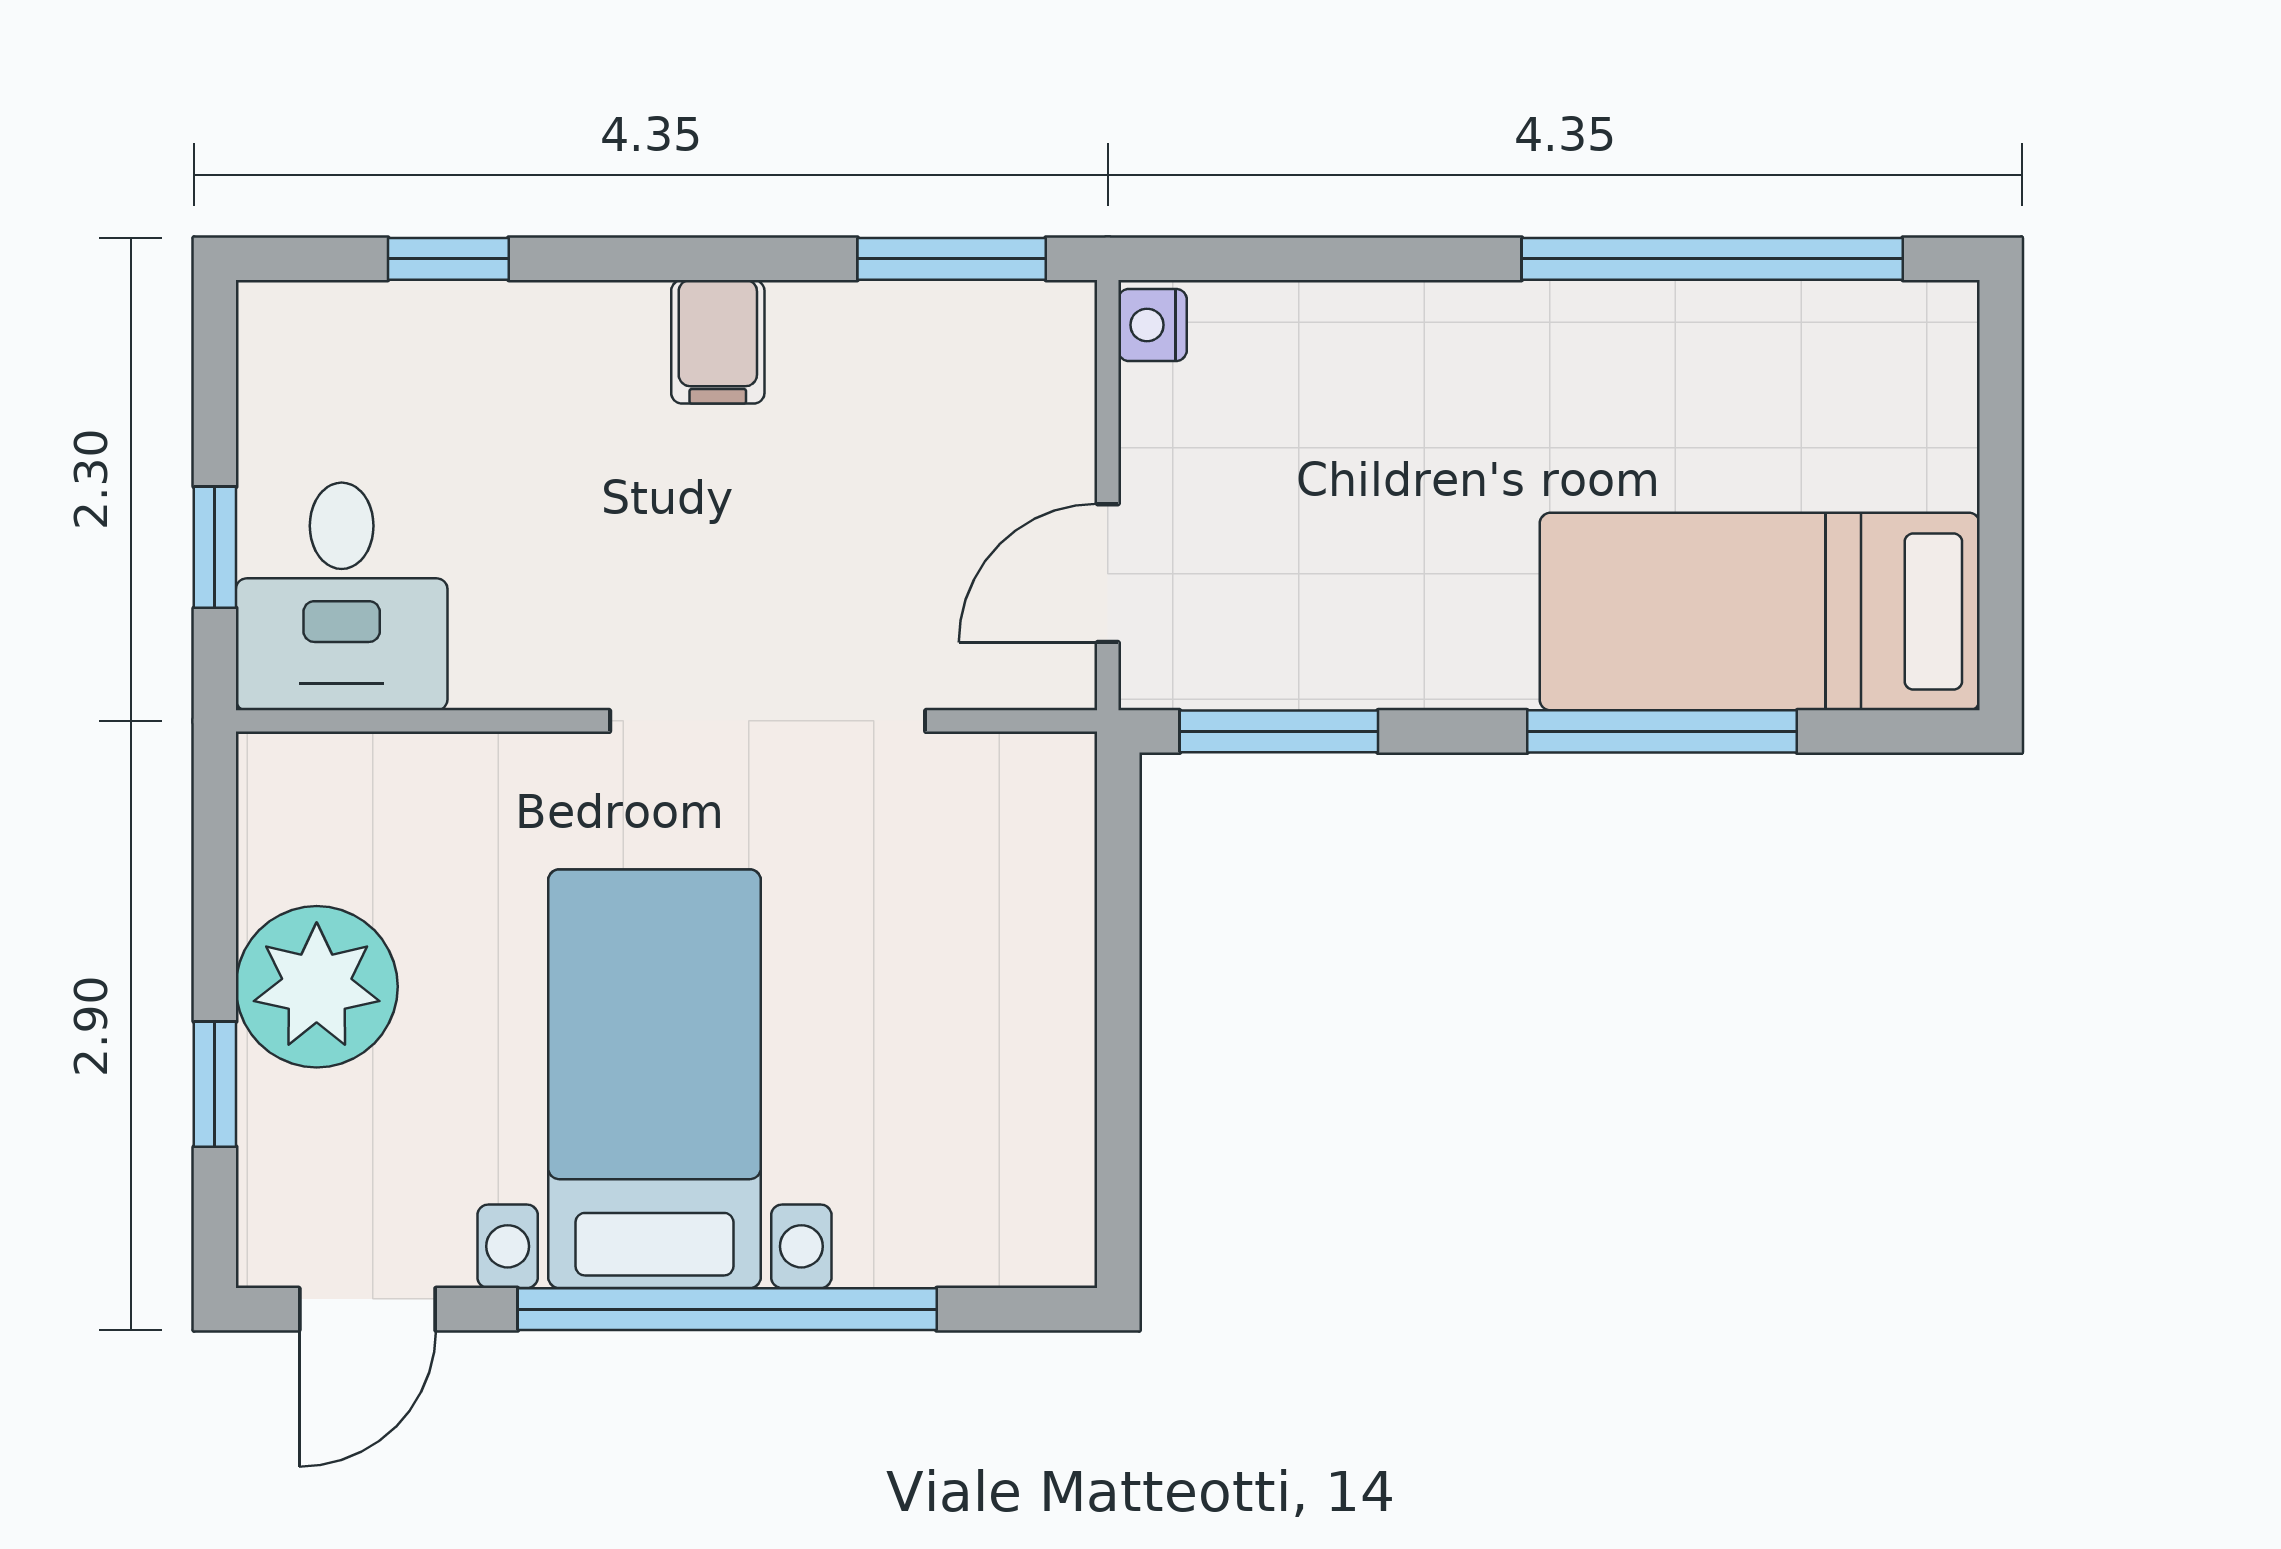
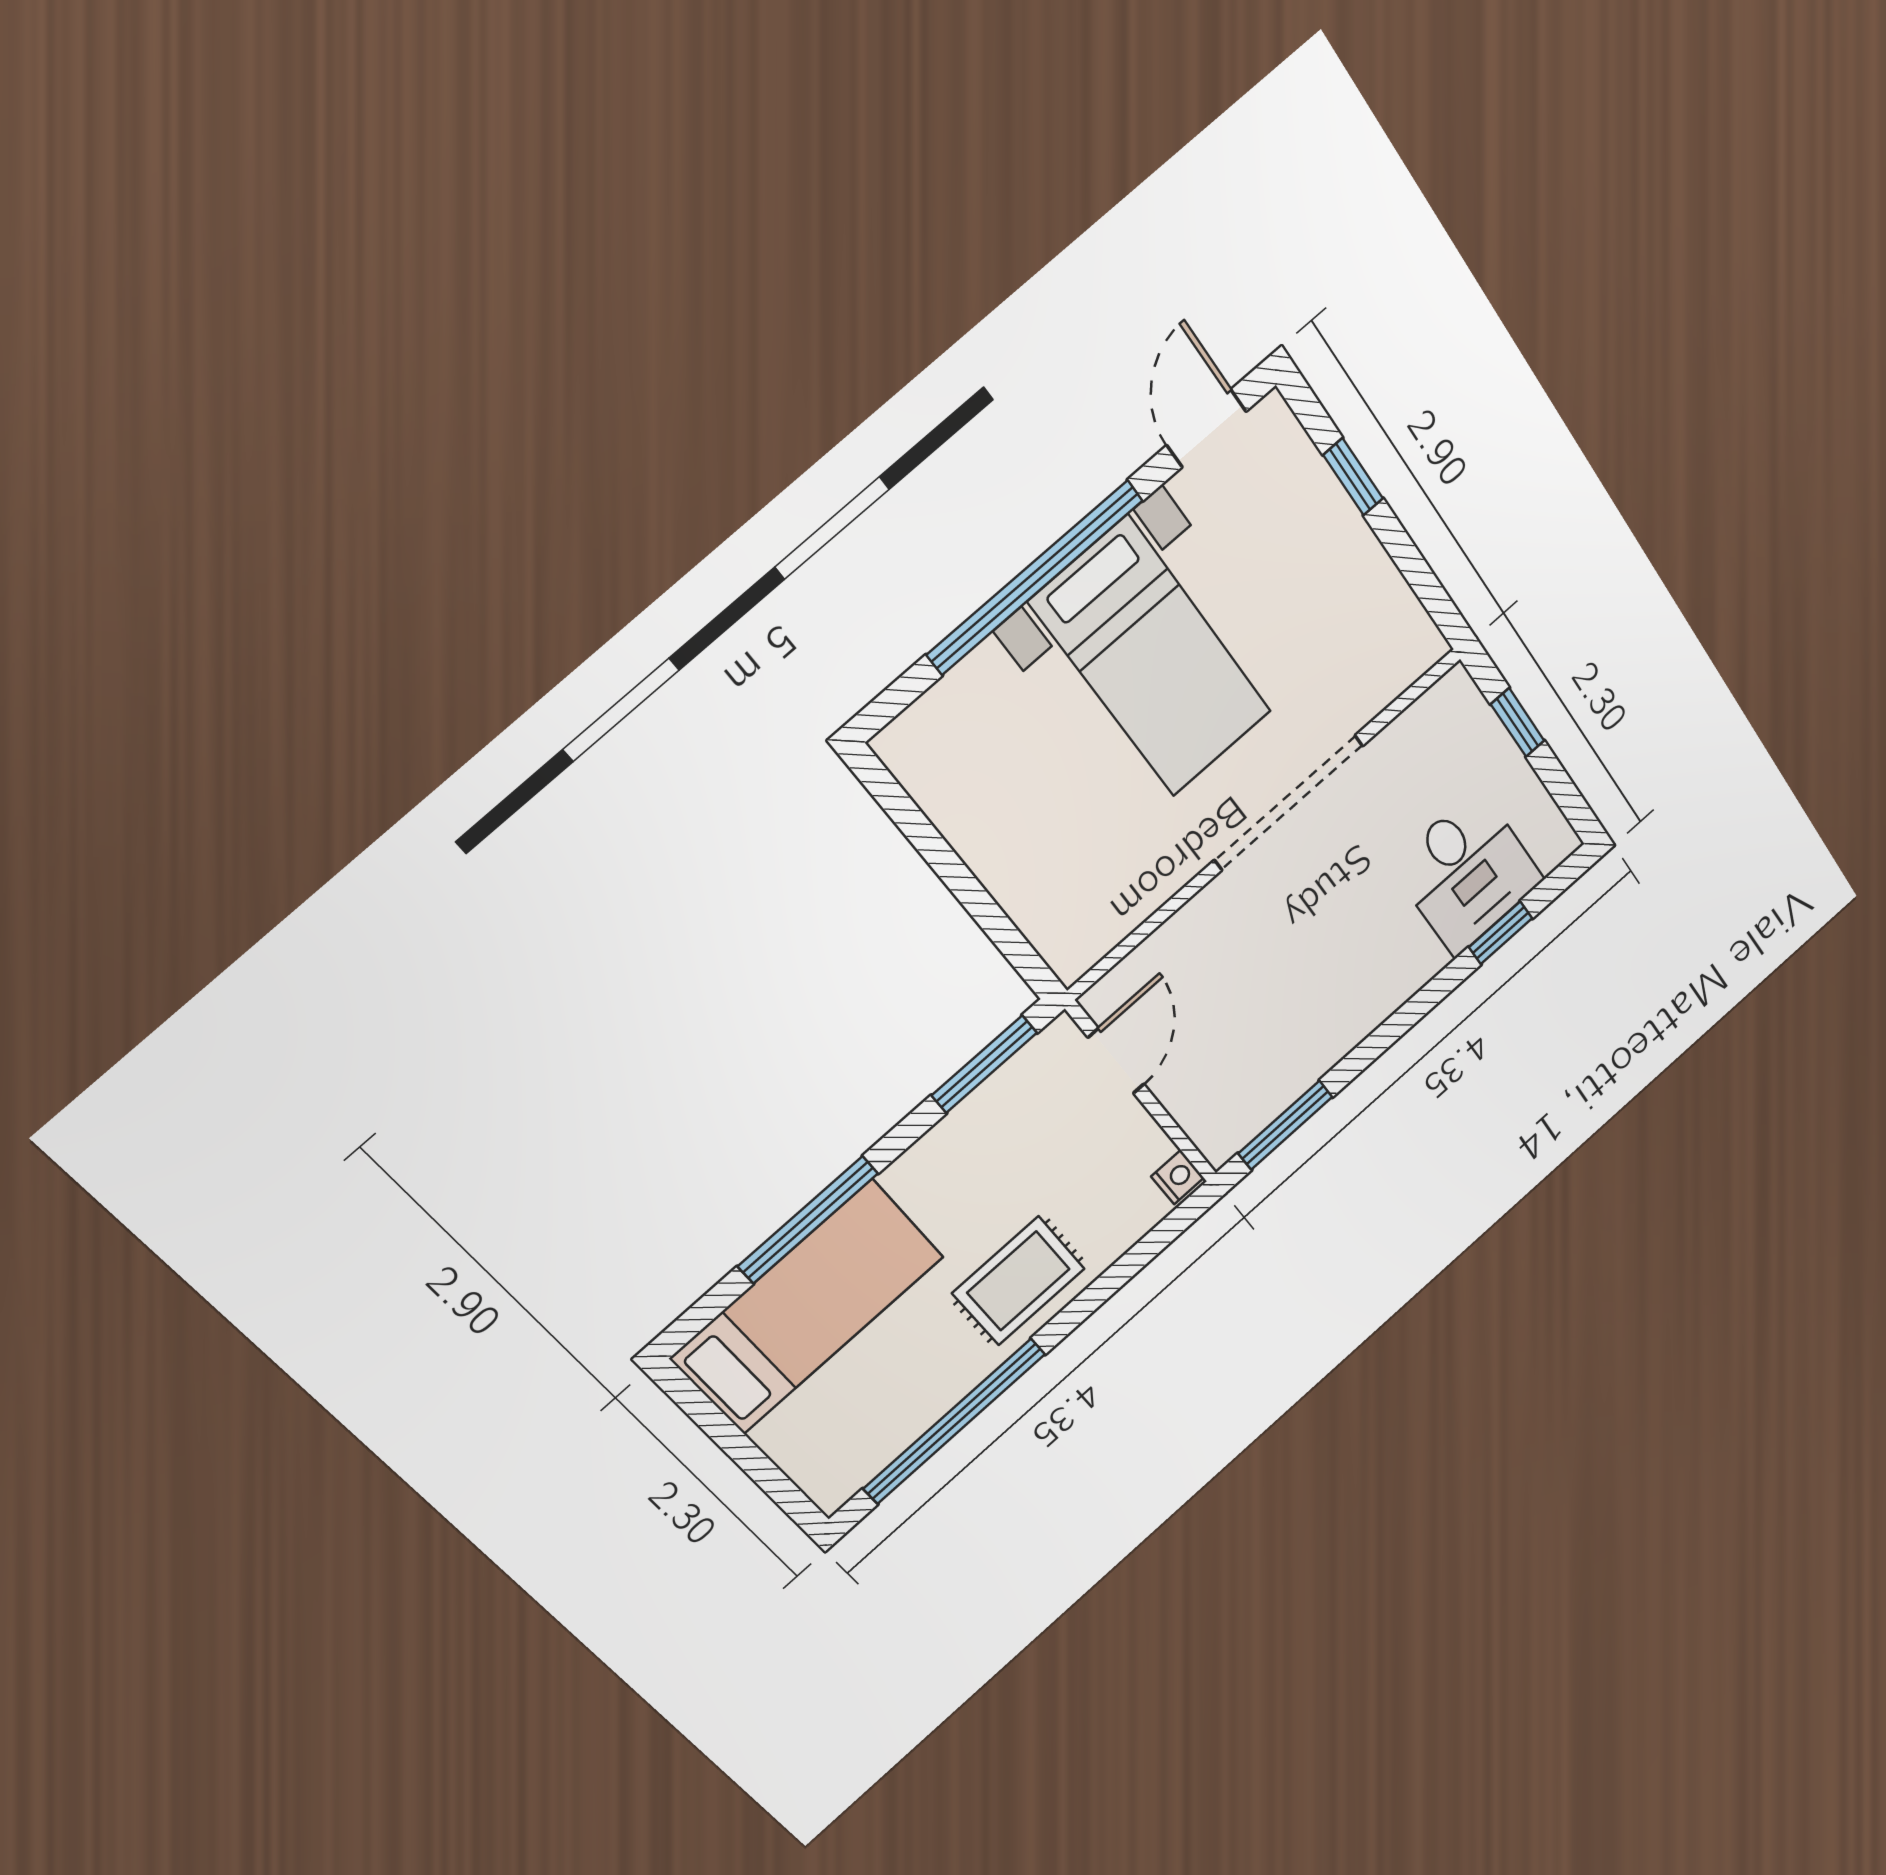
filing cabinet: (718, 342) -> (1361, 1002), removed
rug: (1472, 381) -> (1018, 1281), added
desk: (342, 596) -> (1467, 872), moved, turned 180
doorway: (768, 721) -> (1289, 803), moved
plant: (317, 987) -> (1338, 564), removed

